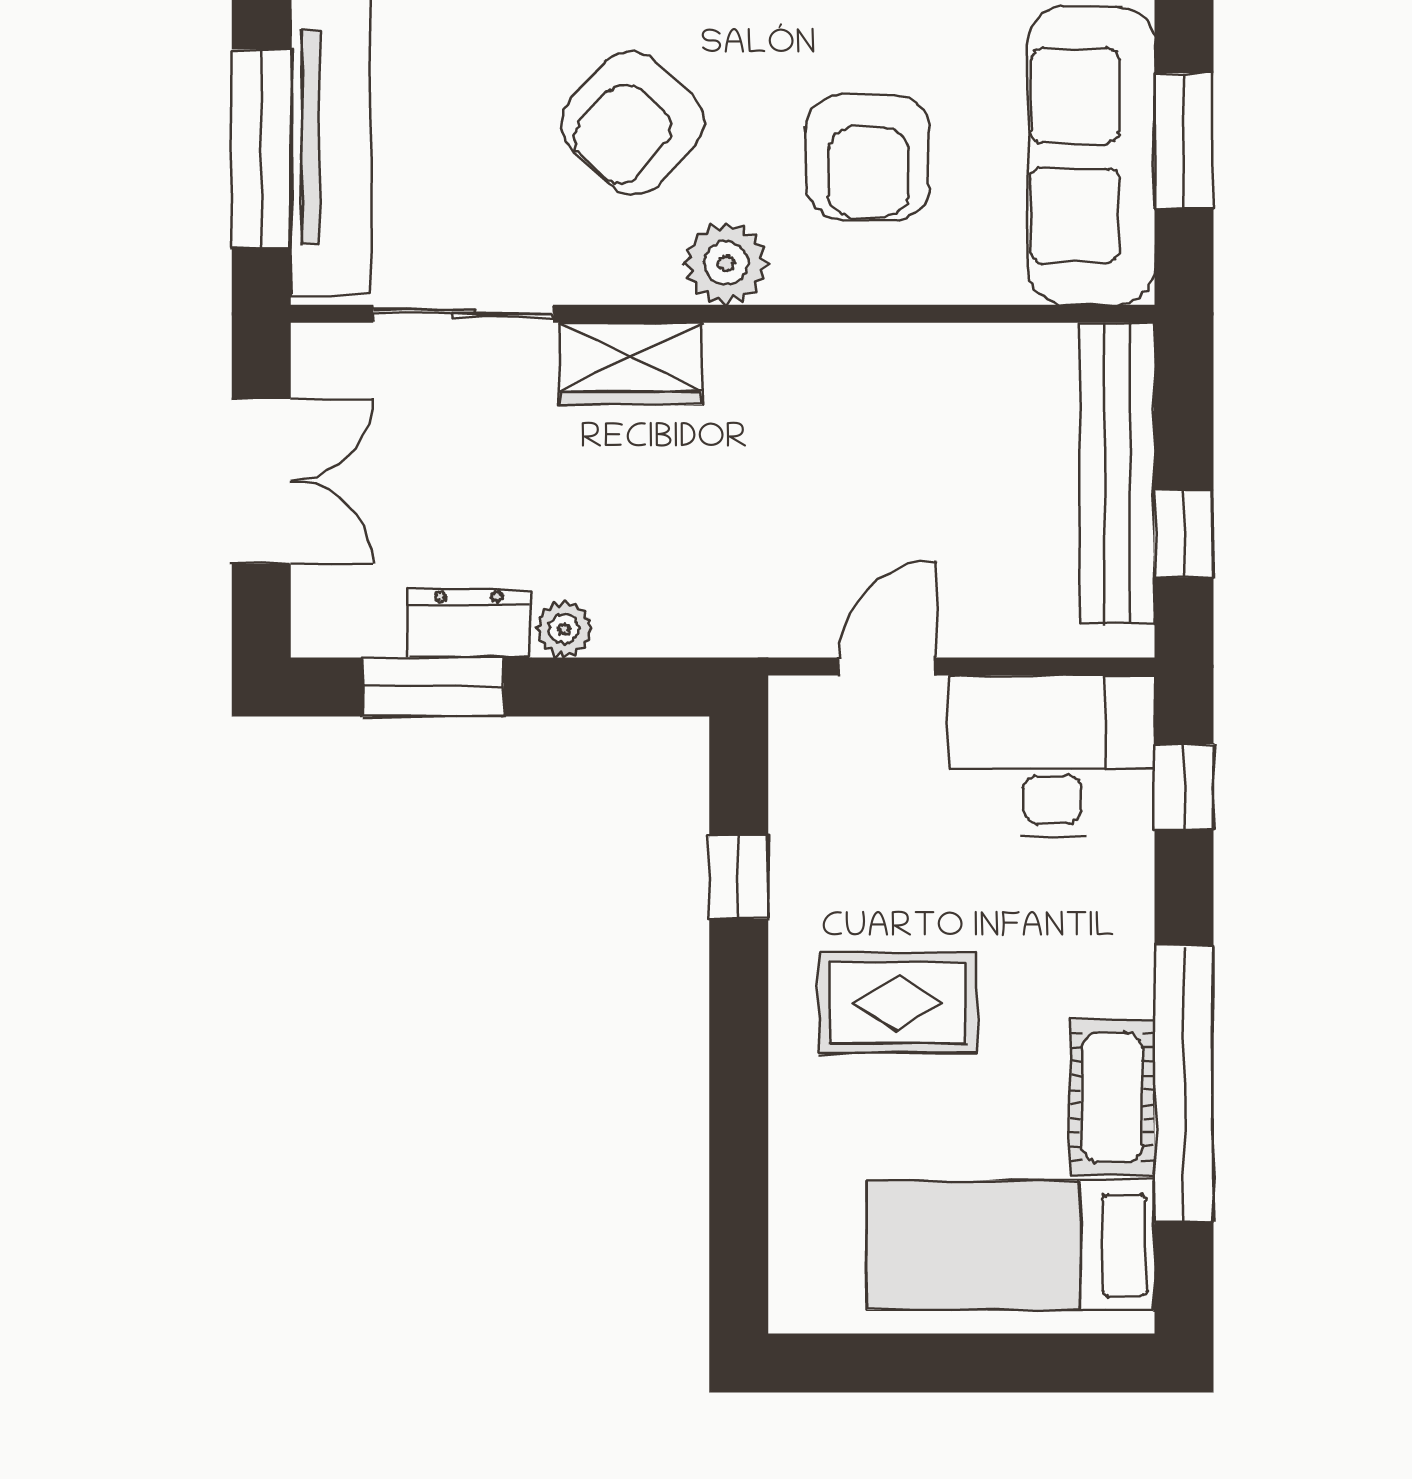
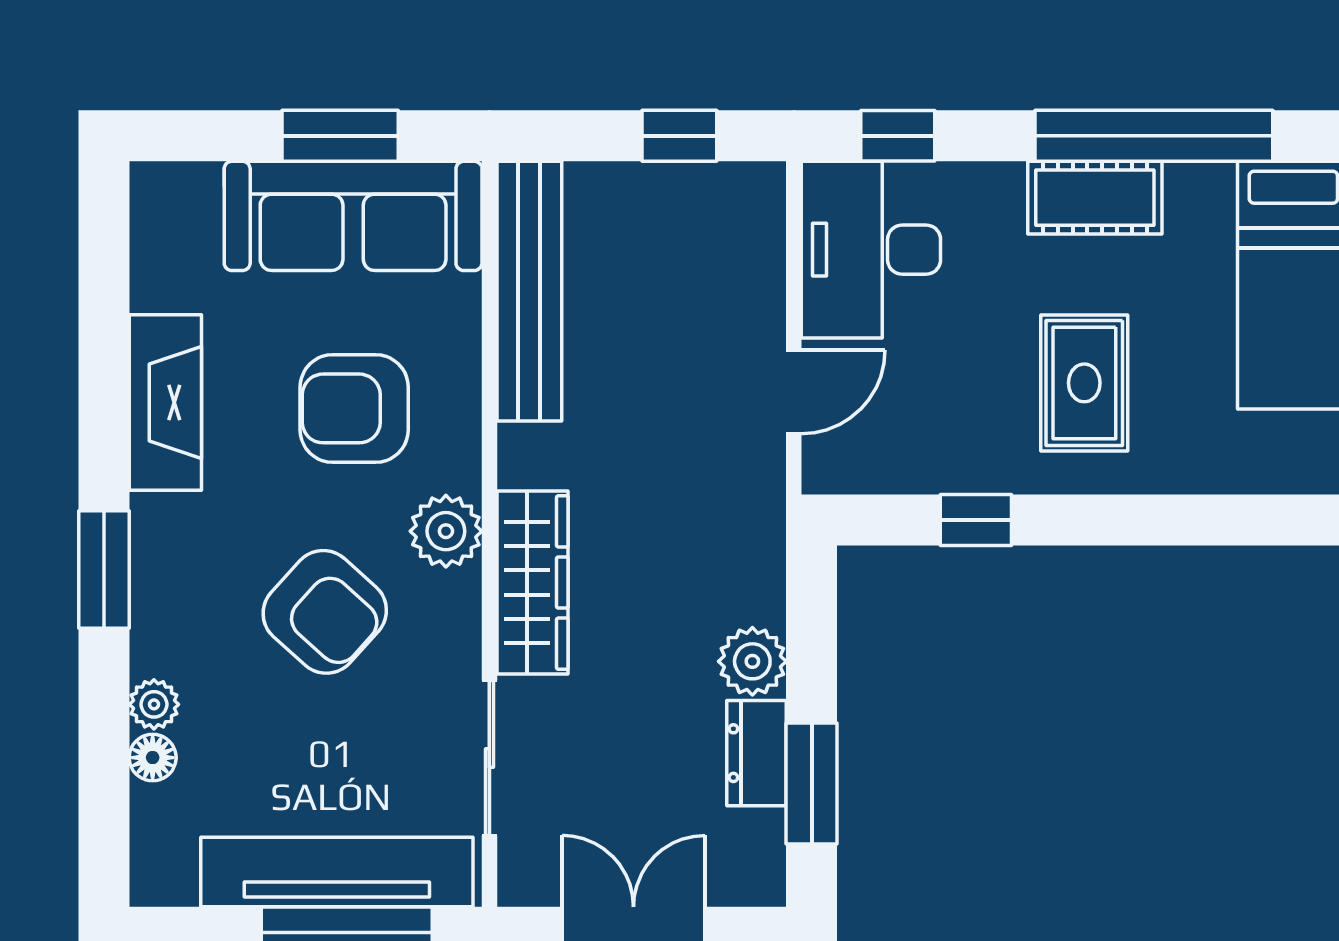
armchair: (868, 157) -> (354, 408), turned 180
wardrobe: (631, 364) -> (533, 583), width x1.50
bench: (1117, 473) -> (529, 291), moved, turned 90
plant: (564, 629) -> (752, 661), width x1.38, depth x1.38
door: (887, 666) -> (794, 392), swing flipped
cot: (1112, 1097) -> (1095, 198), moved

